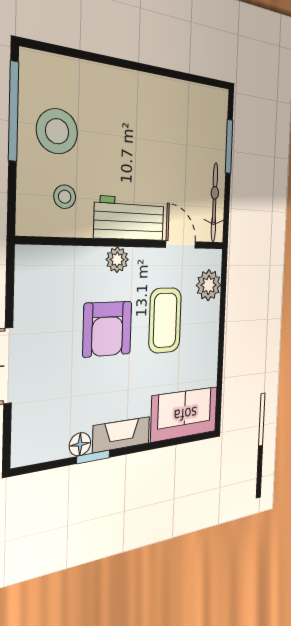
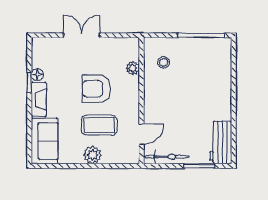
stool: (57, 131) -> (195, 58), removed
workbench: (130, 219) -> (221, 142), moved, turned 180
plant: (117, 260) -> (133, 68), moved
plant: (209, 285) -> (93, 155), moved

